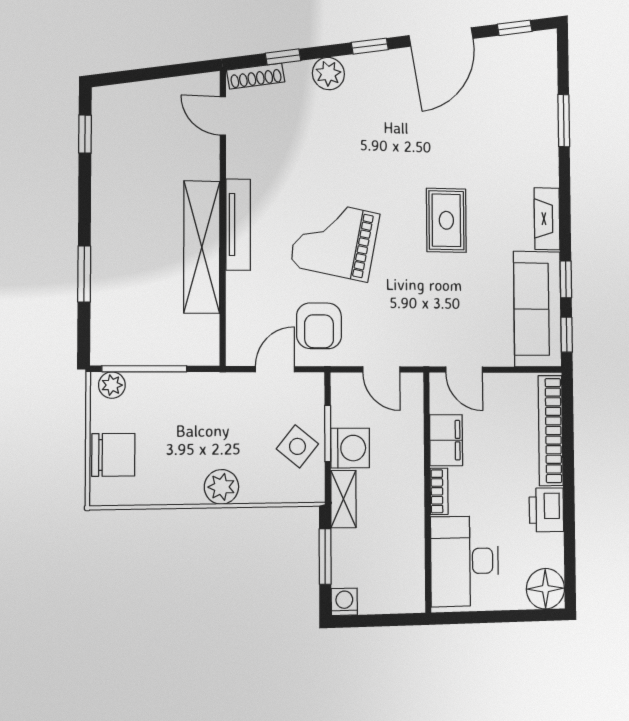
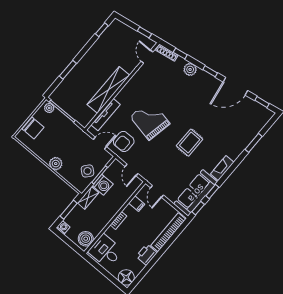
window: (177, 70) -> (144, 32), added
tv unit: (238, 225) -> (106, 115), moved
filing cabinet: (446, 440) -> (137, 204), width x0.50
desk: (464, 561) -> (106, 251), width x0.73
boiler: (407, 584) -> (86, 239), added

